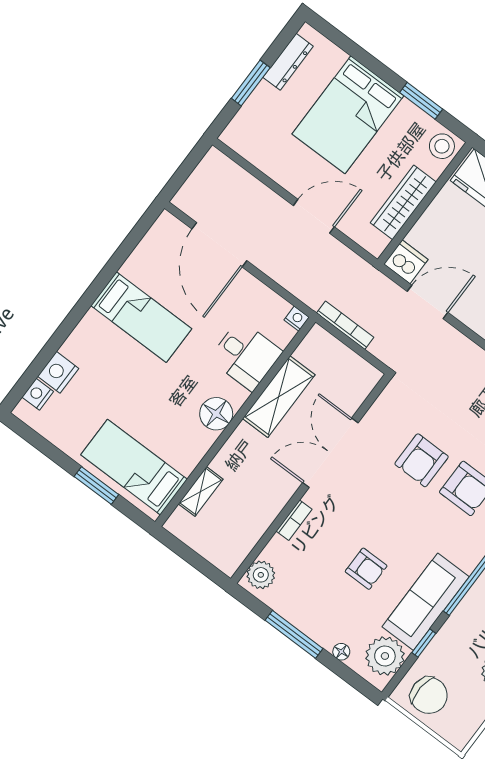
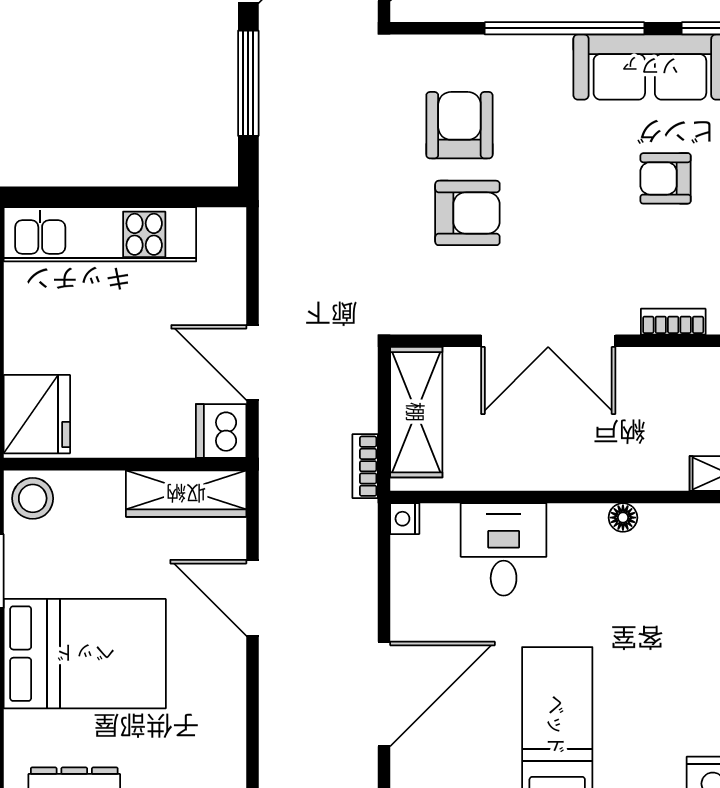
wardrobe: (403, 202) -> (186, 494), moved
bookcase: (345, 325) -> (365, 466), width x0.64
shelving: (279, 397) -> (416, 412), moved, turned 90
floor lamp: (216, 414) -> (623, 518), width x0.53, depth x0.53
armchair: (366, 569) -> (666, 178), turned -90

